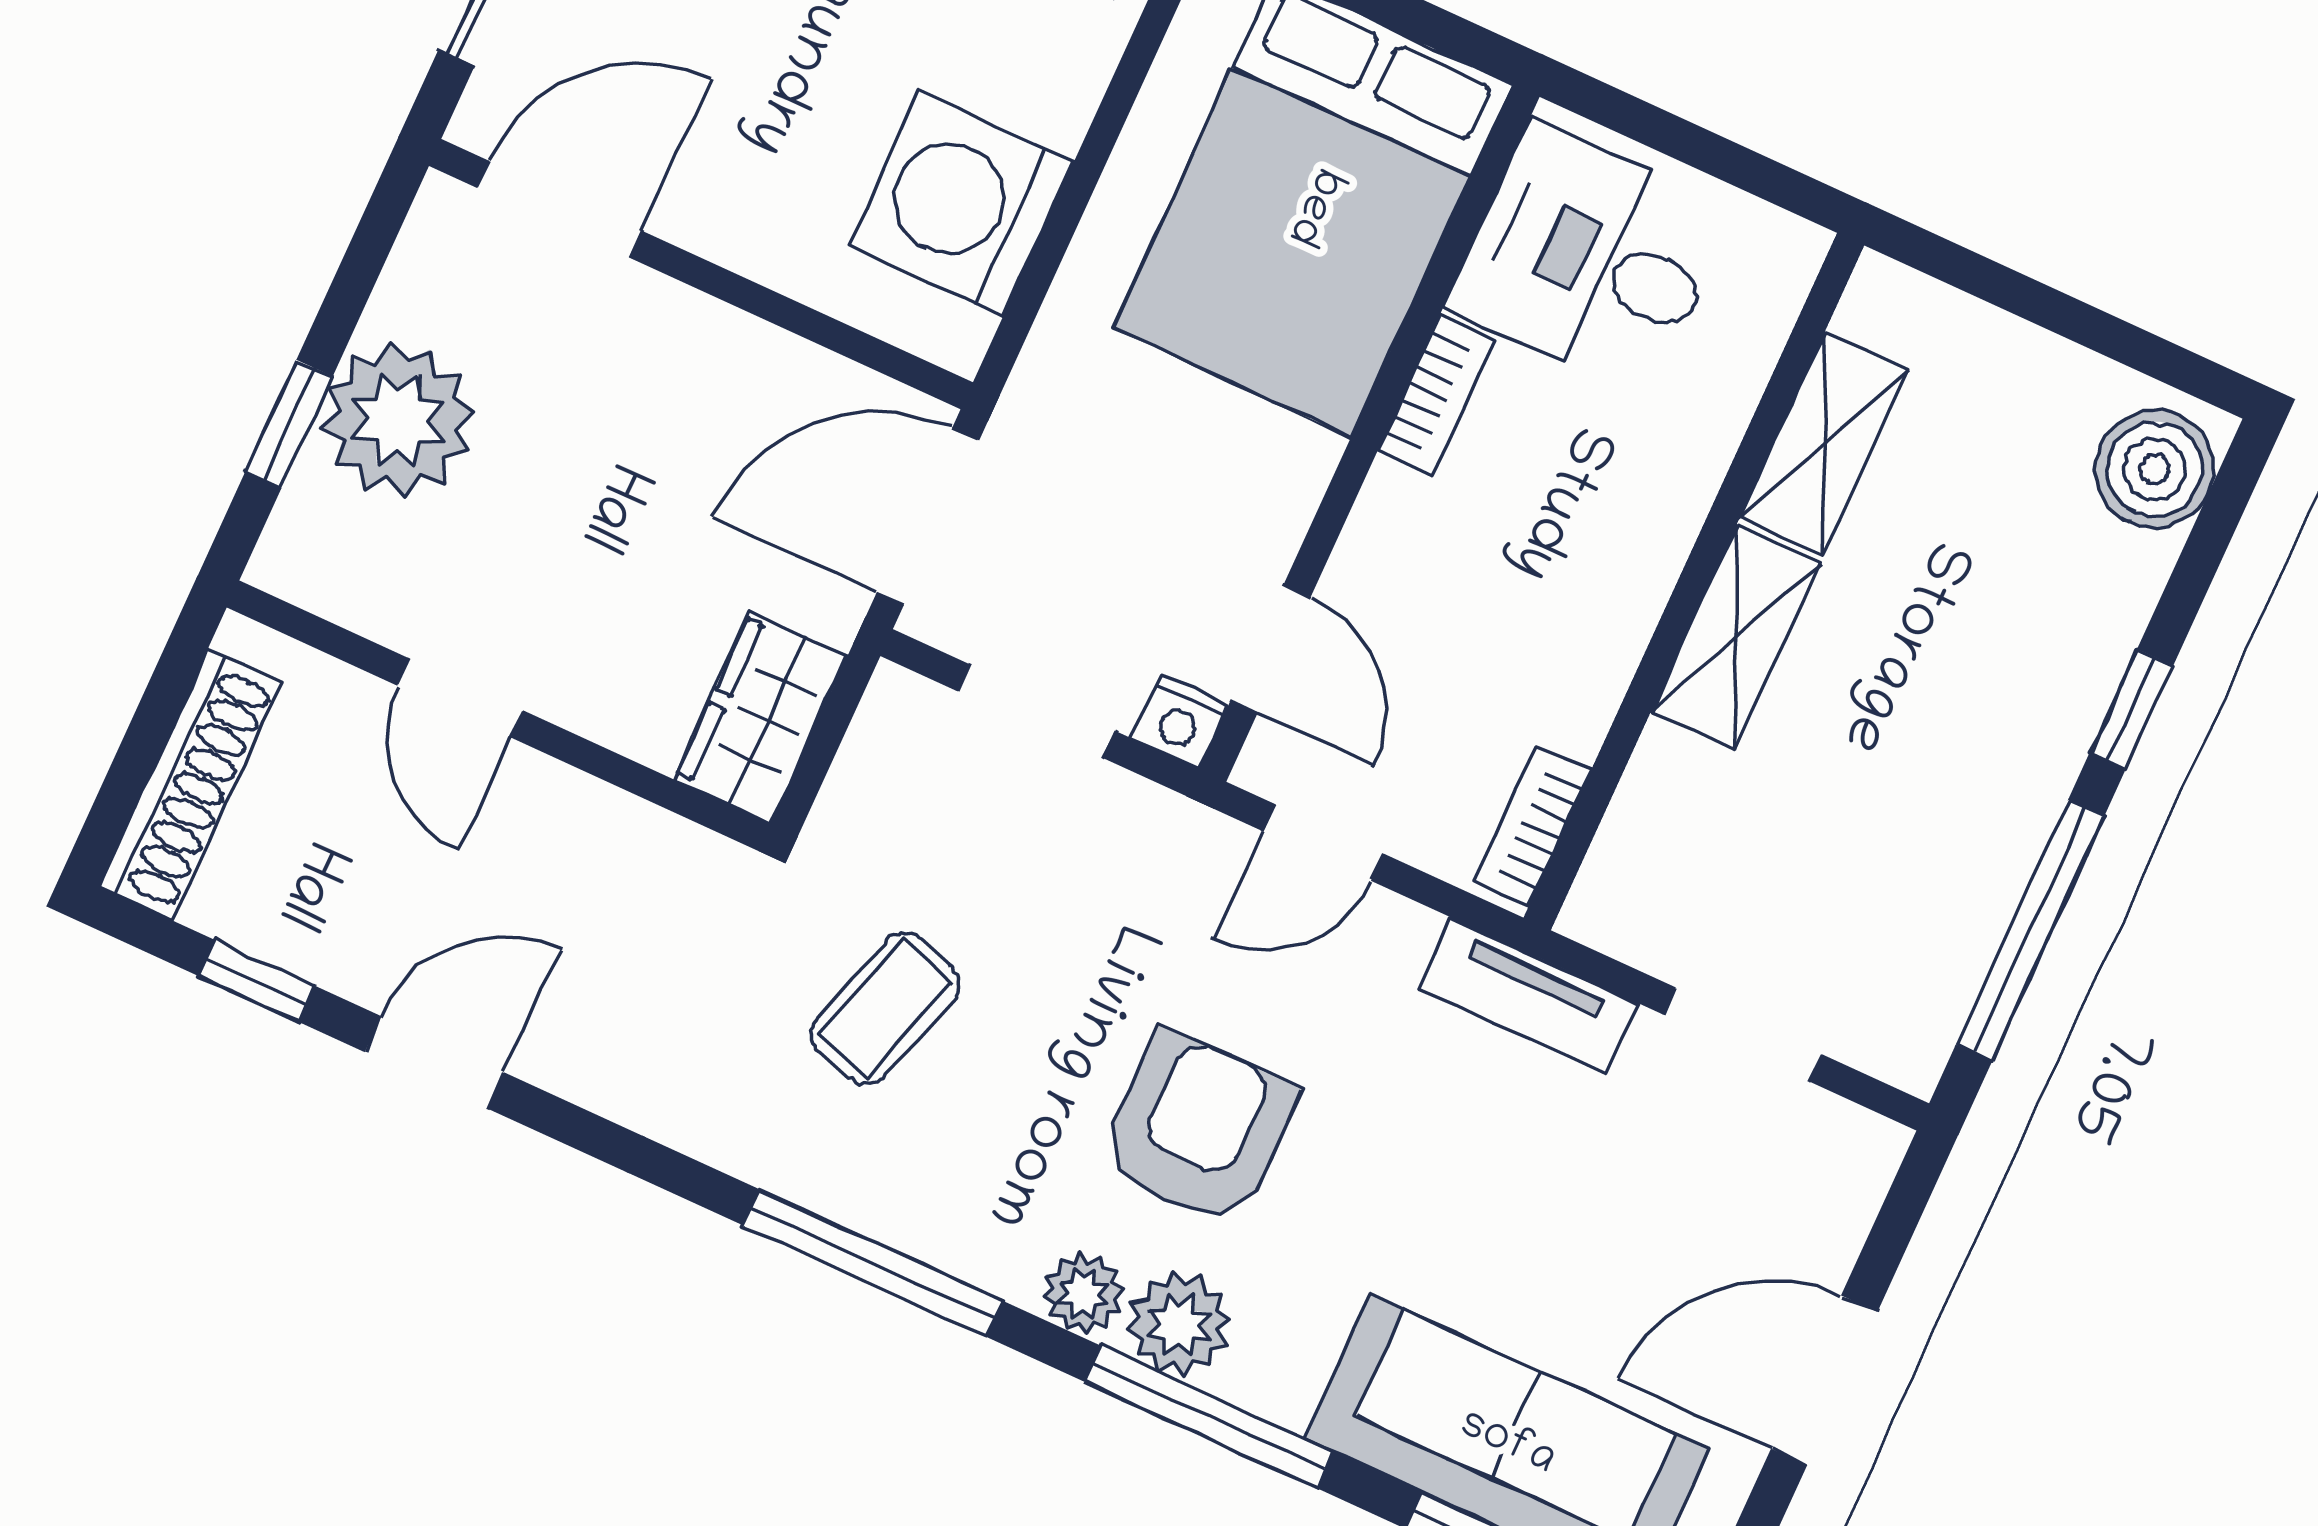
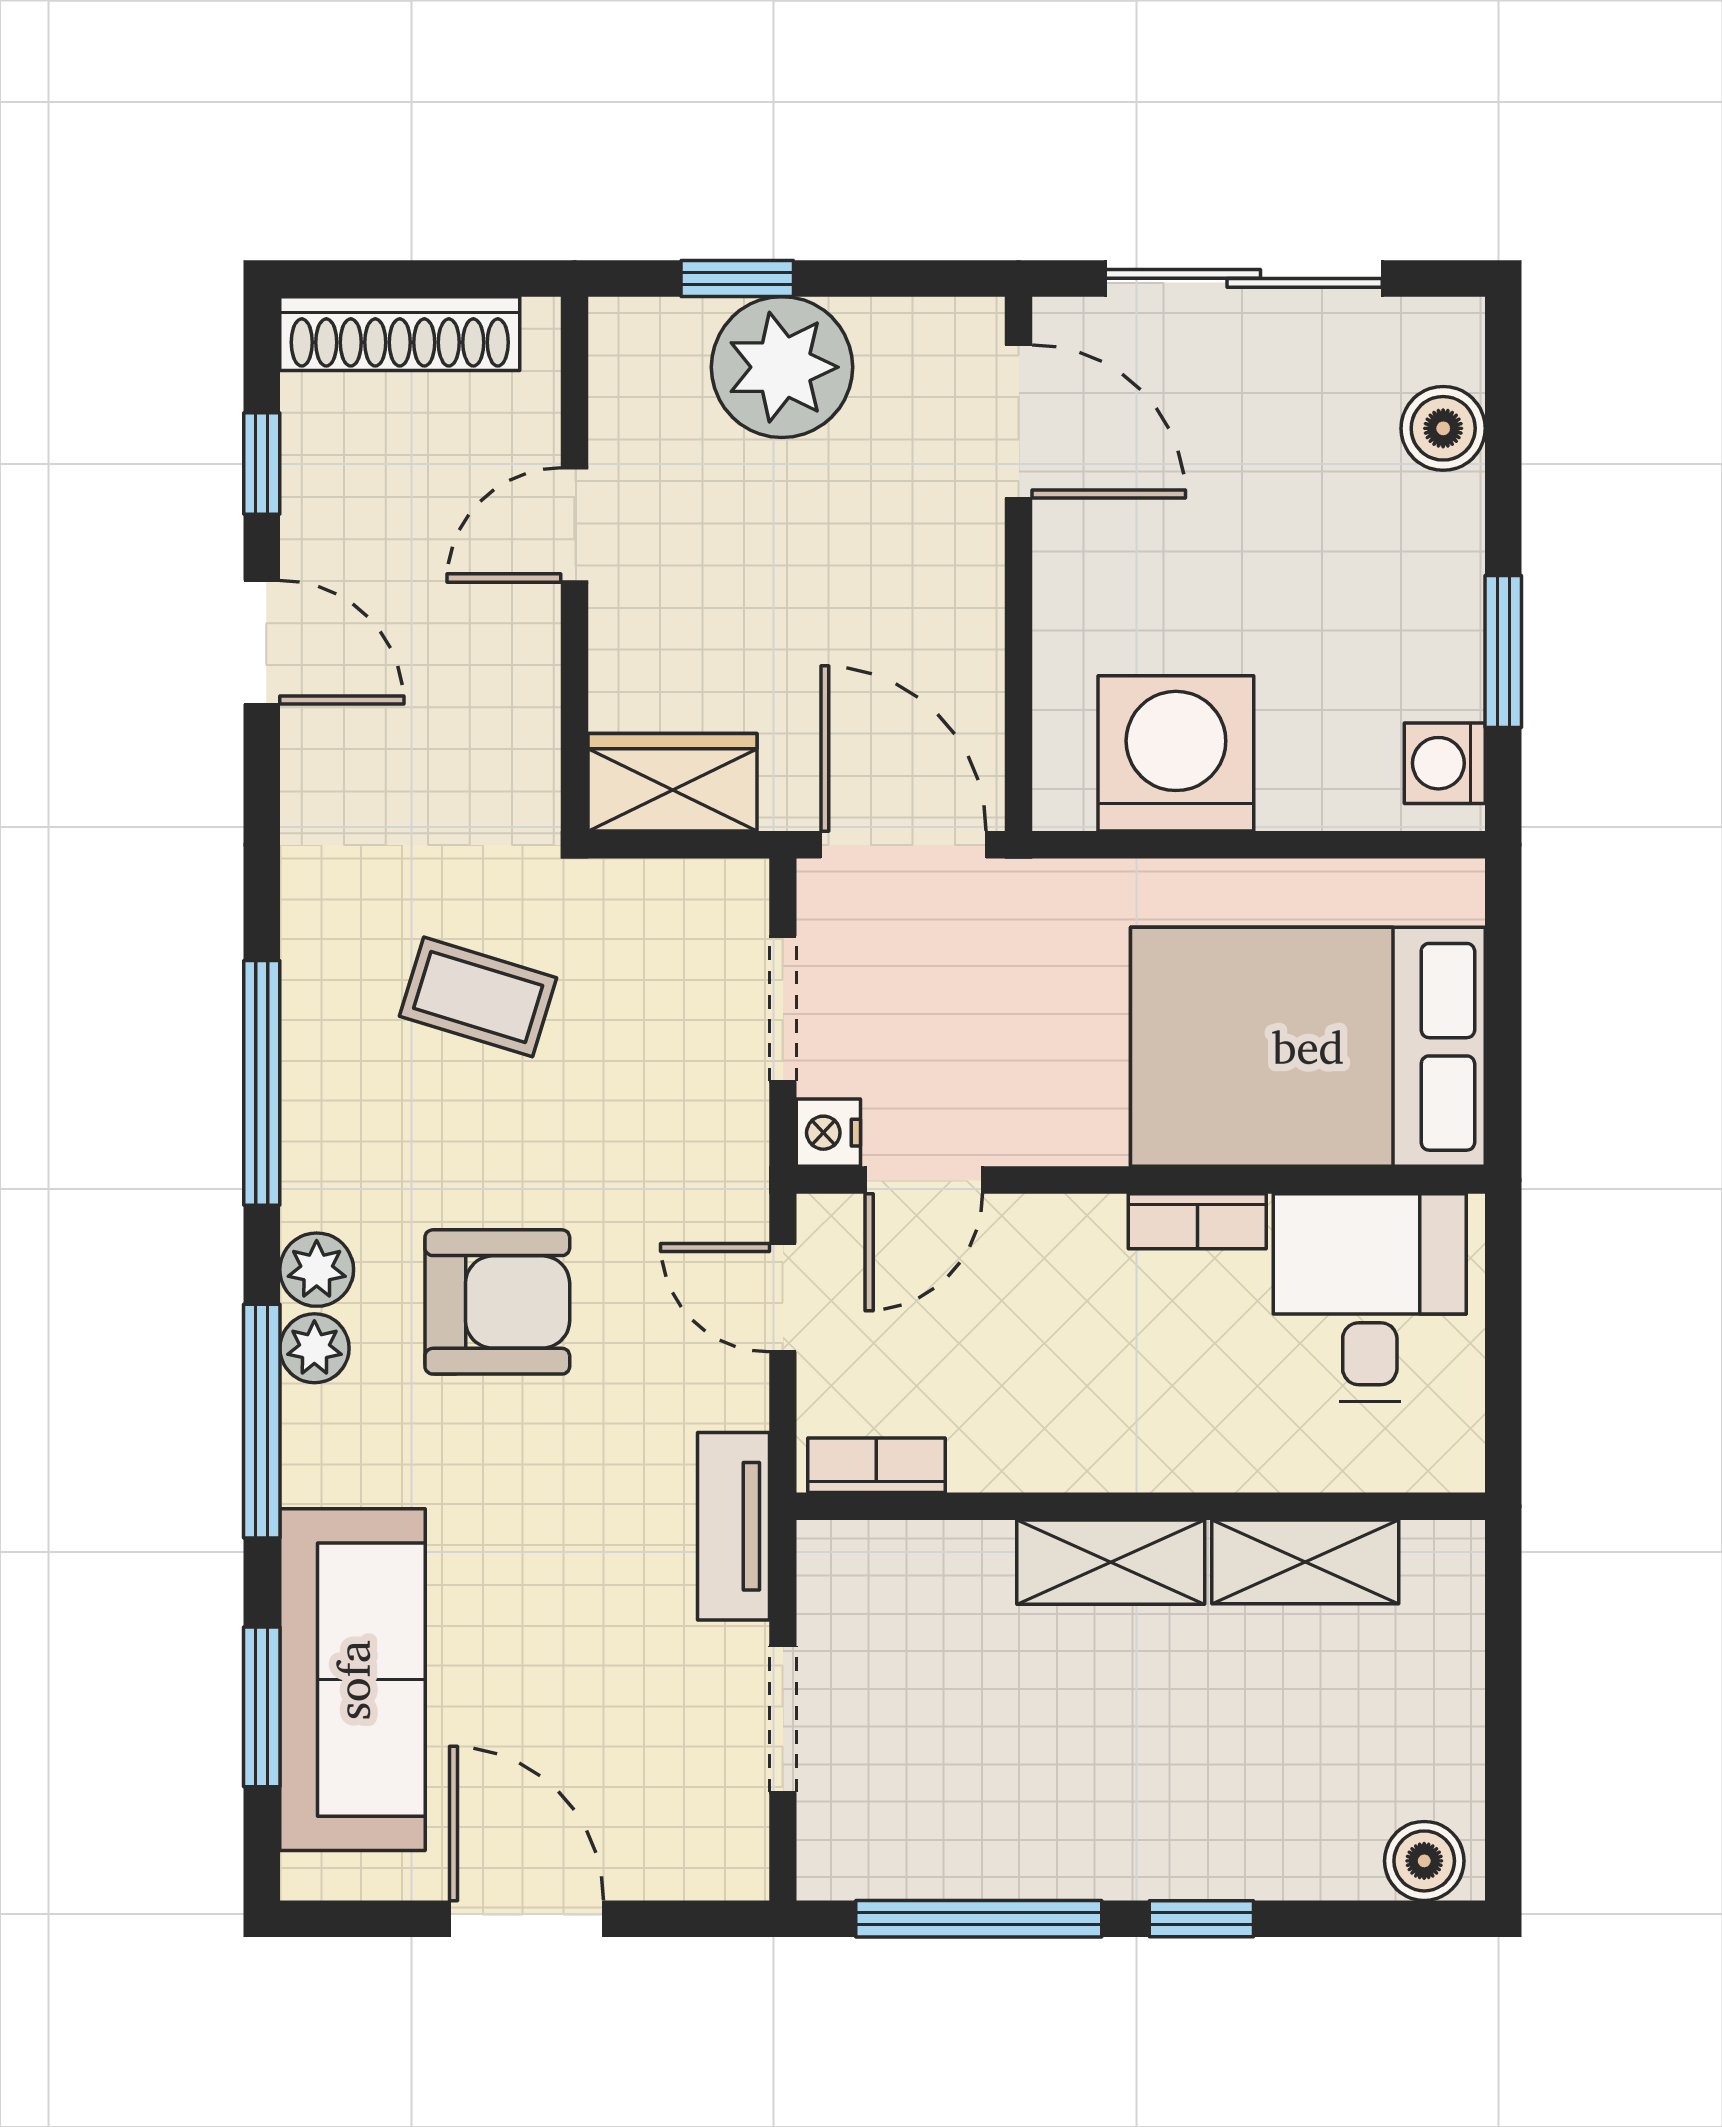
boiler: (2155, 469) -> (1424, 1861), width x0.73, depth x0.73
plant: (1179, 1324) -> (314, 1348), width x0.73, depth x0.73

